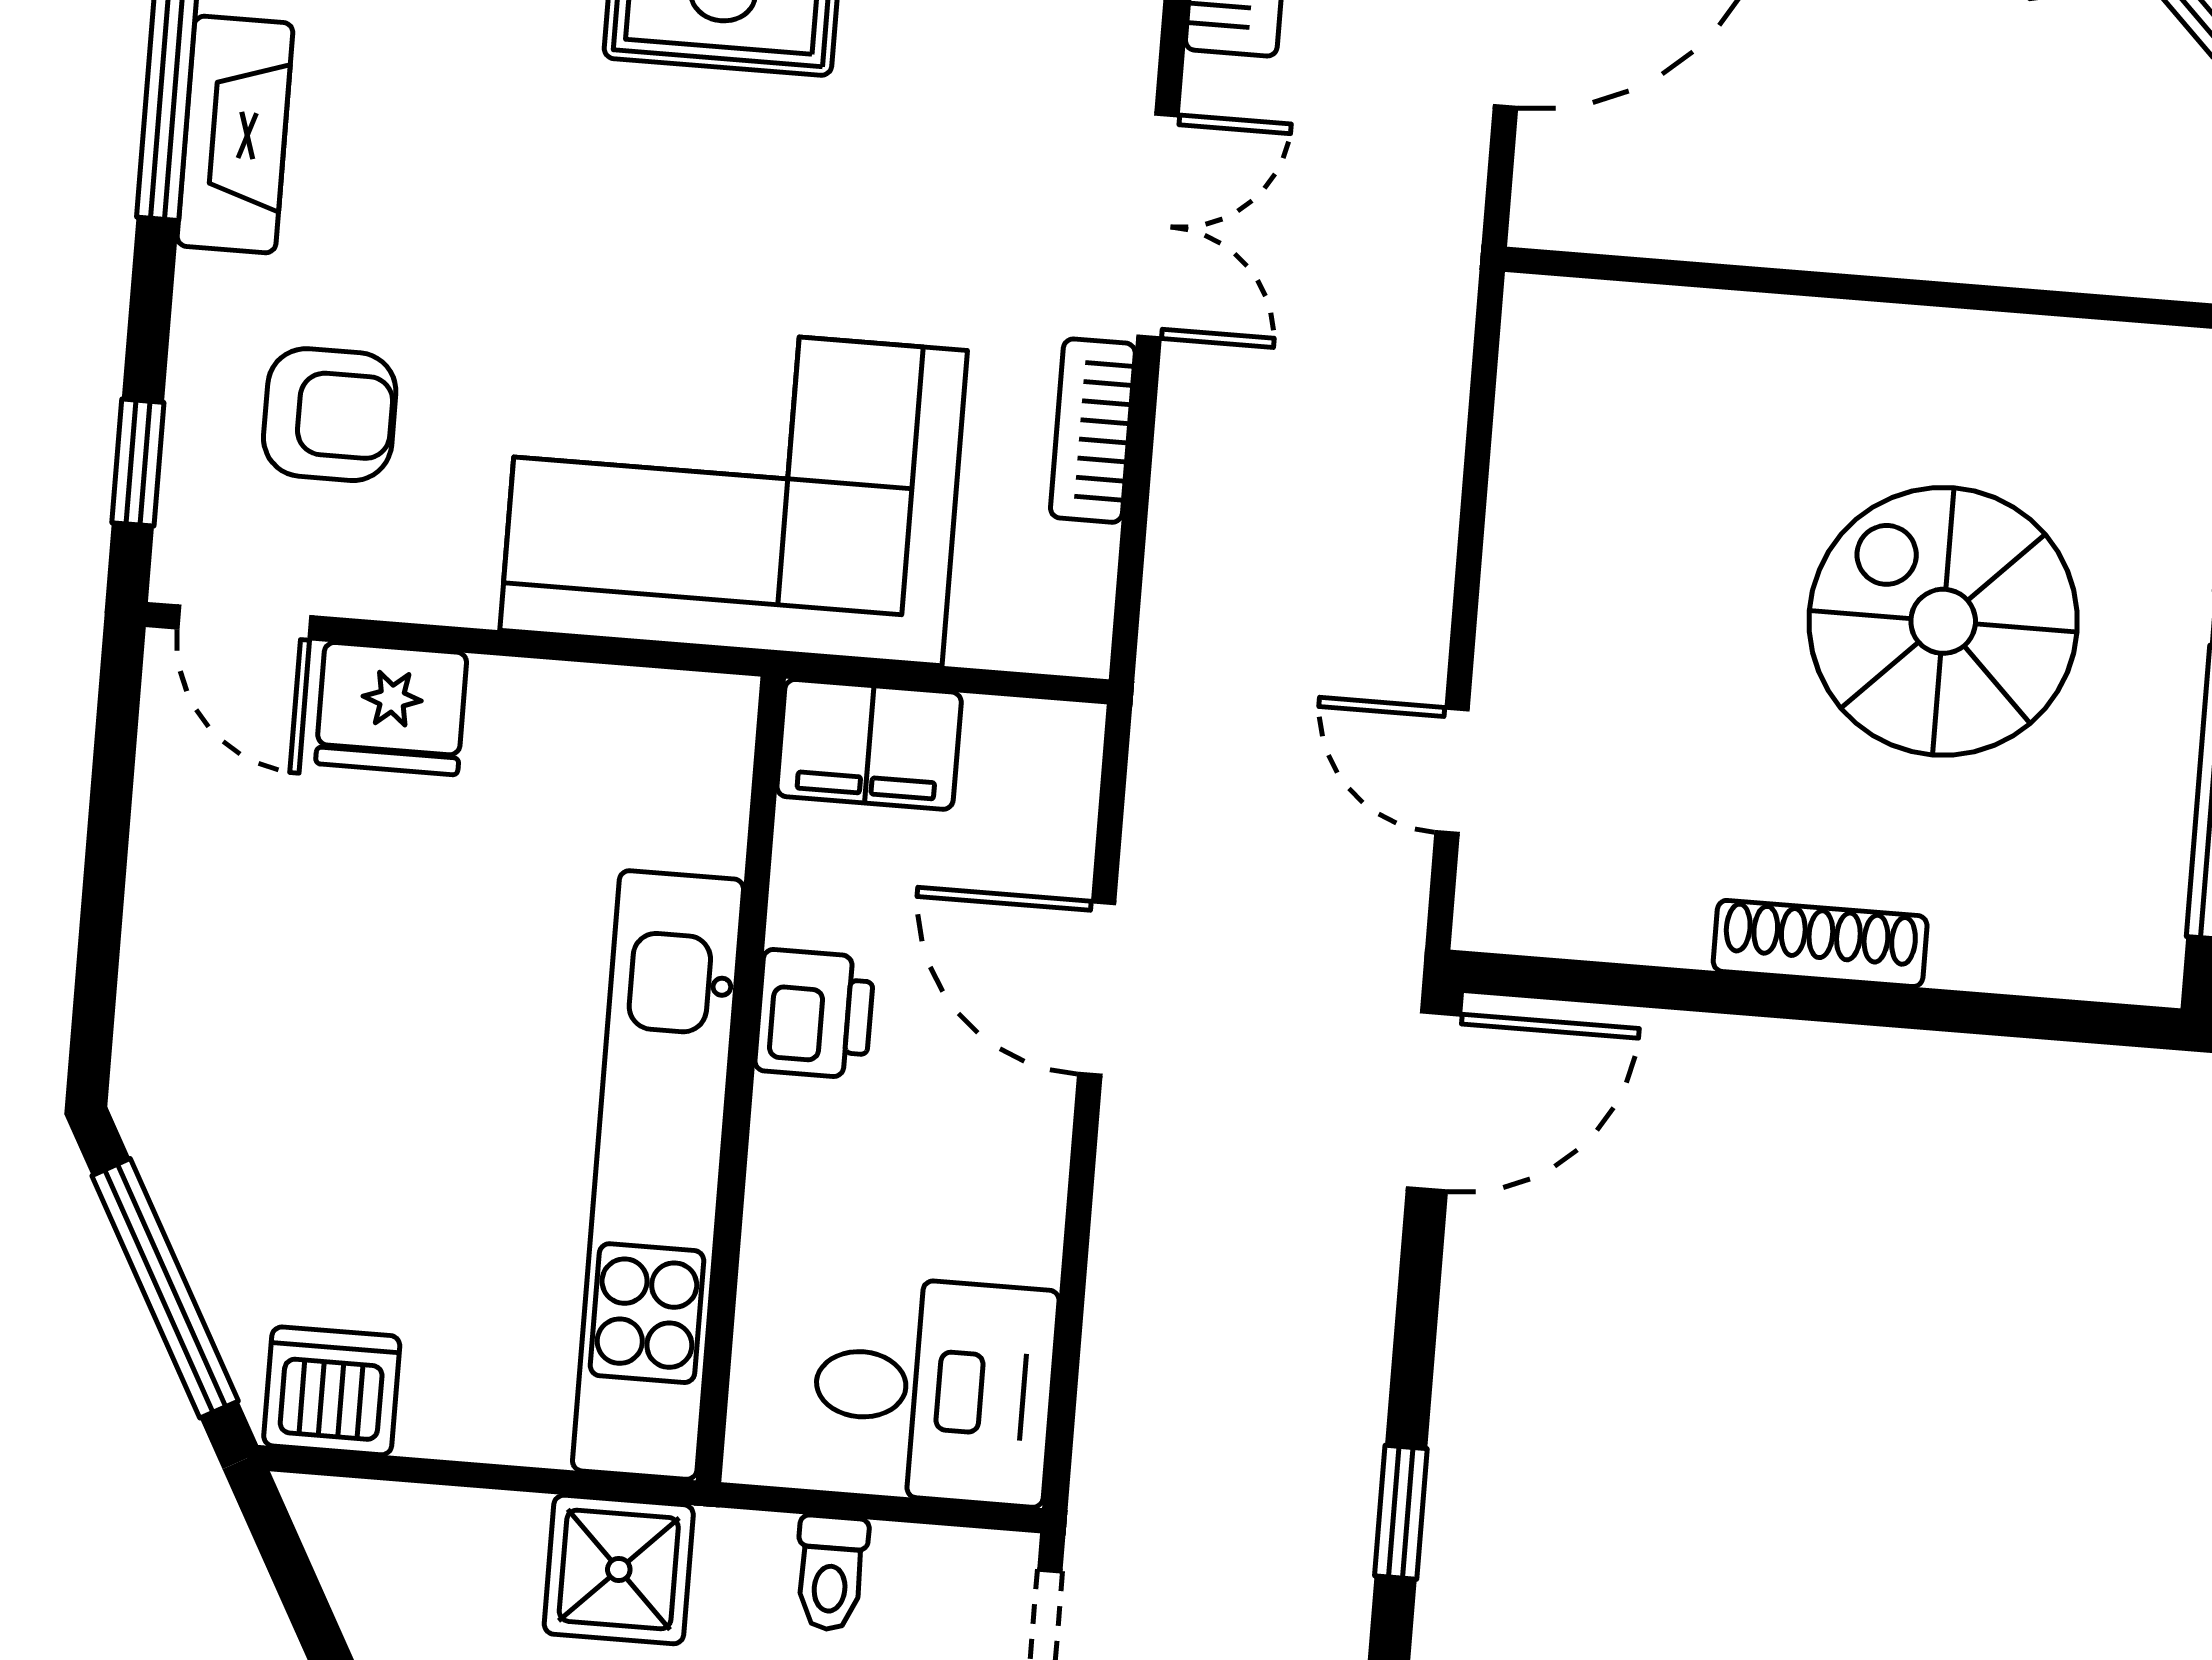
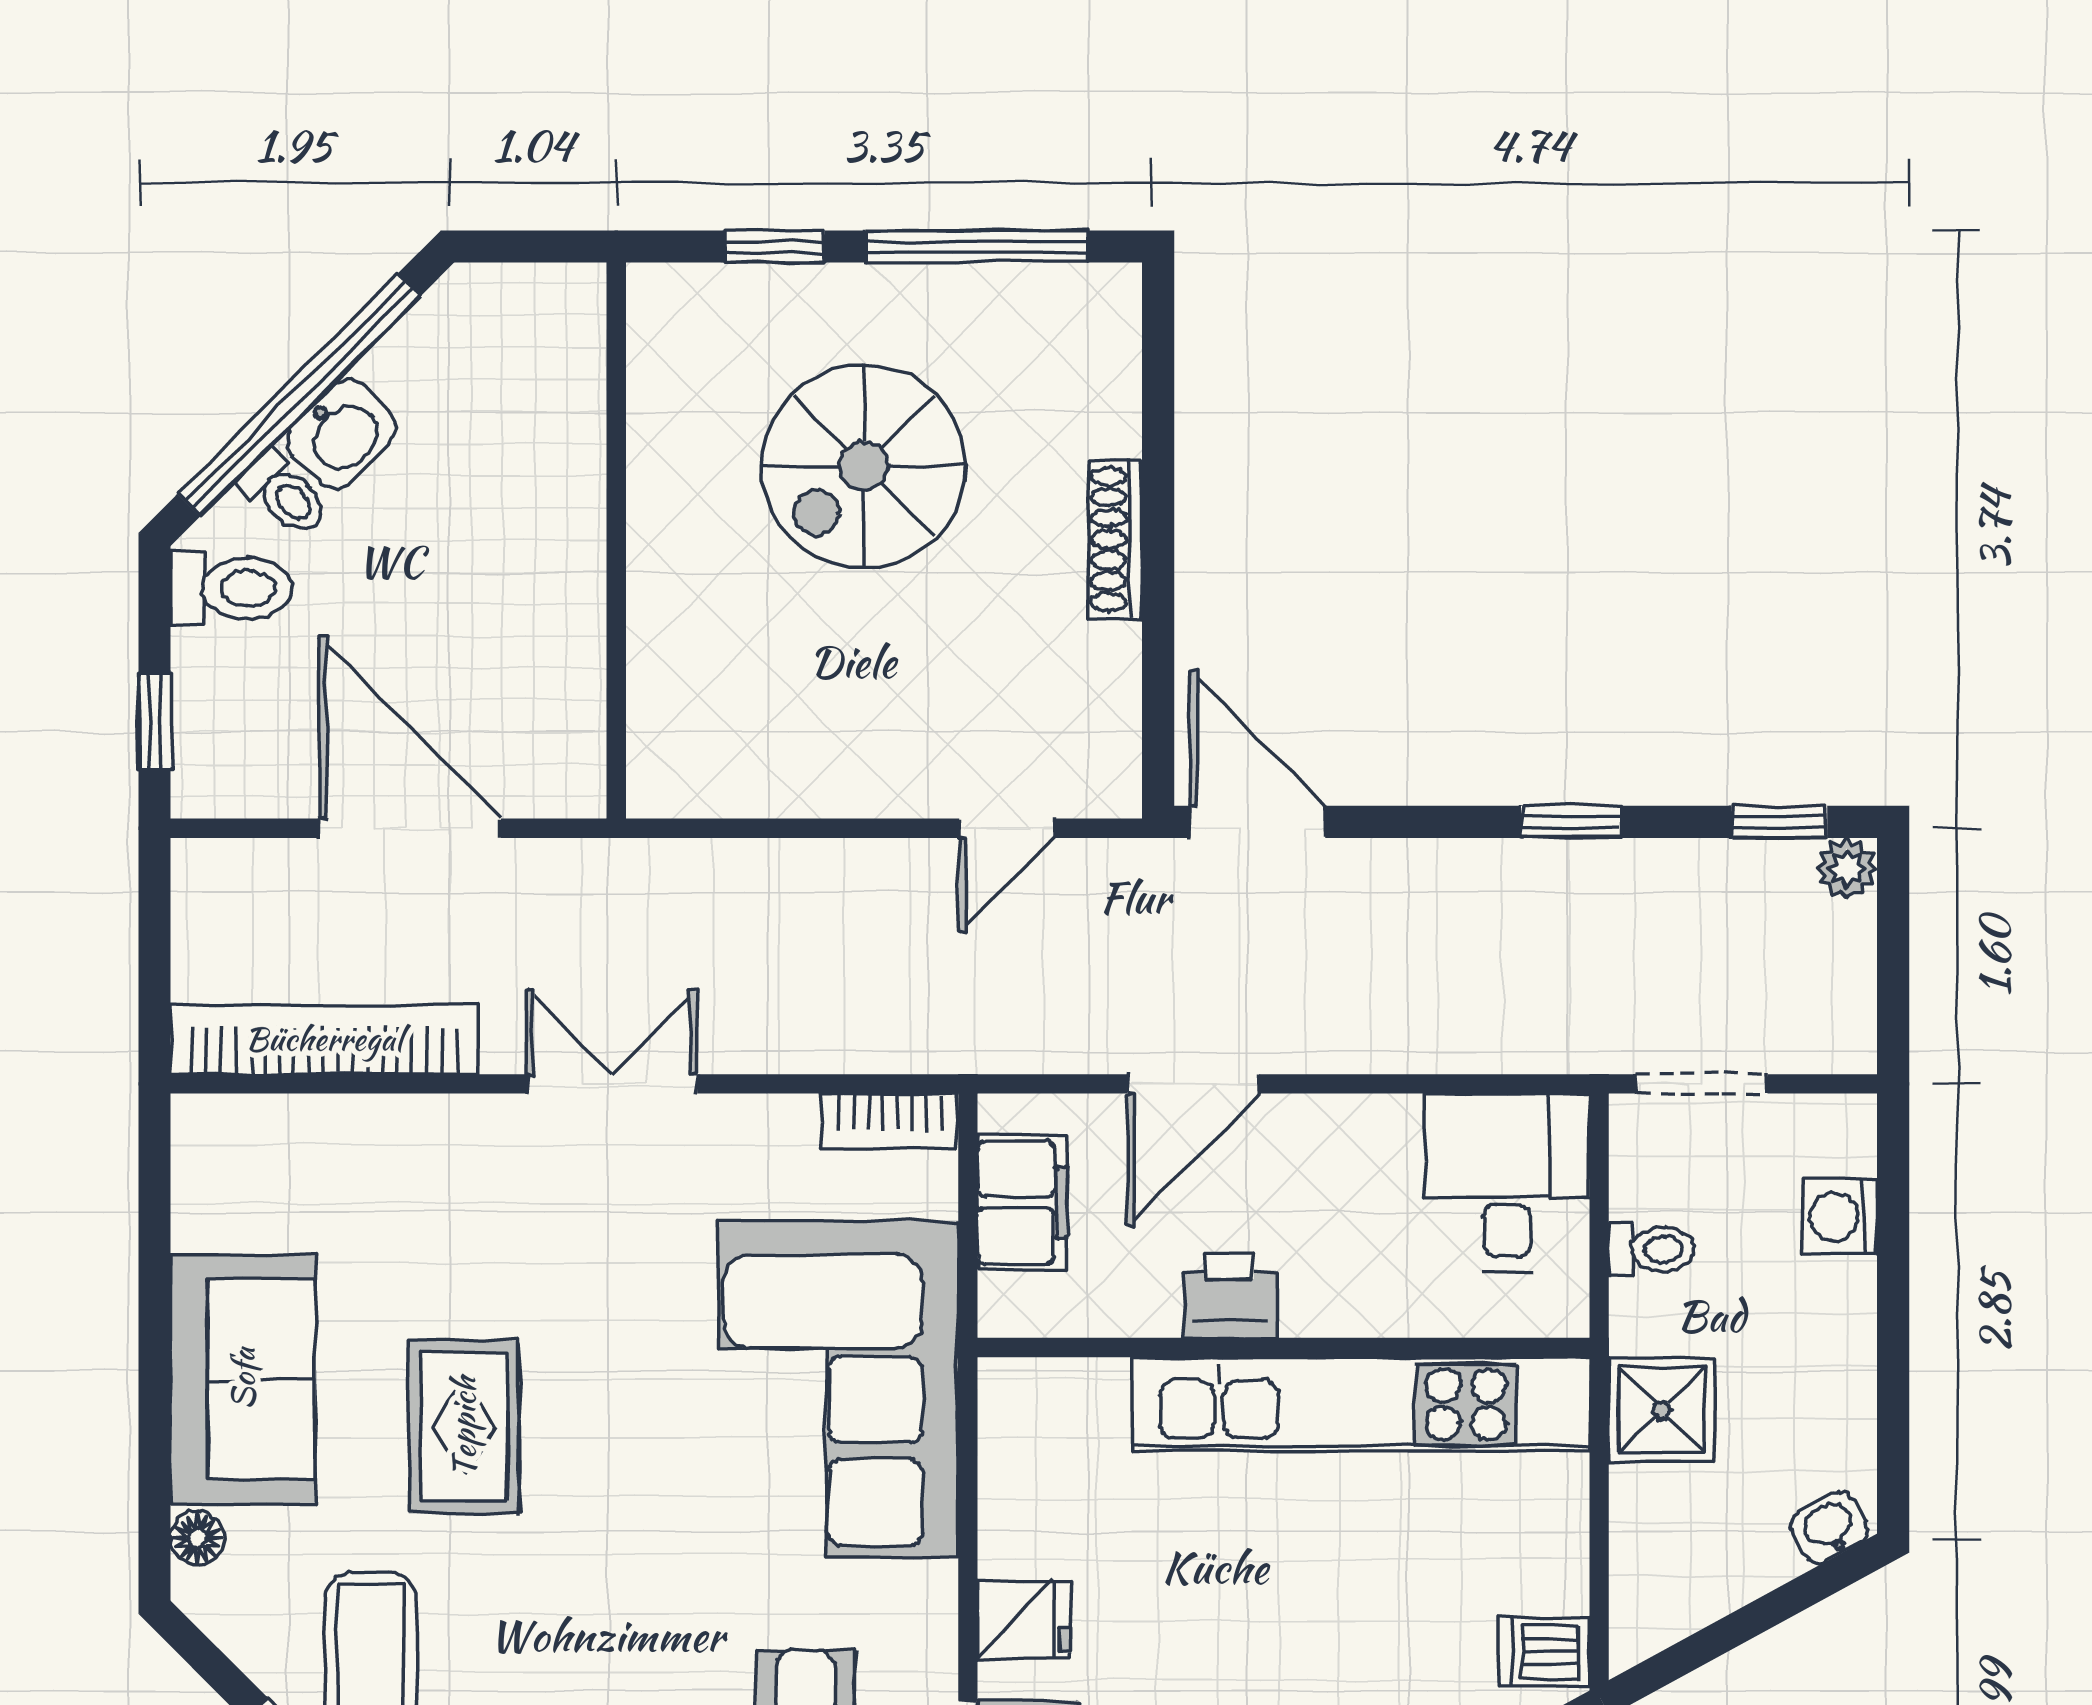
bookcase: (1093, 431) -> (890, 1121), moved
fridge: (391, 708) -> (1024, 1620), width x0.72
filing cabinet: (869, 744) -> (1022, 1202), moved
dishwasher: (332, 1391) -> (1544, 1651), width x0.73

